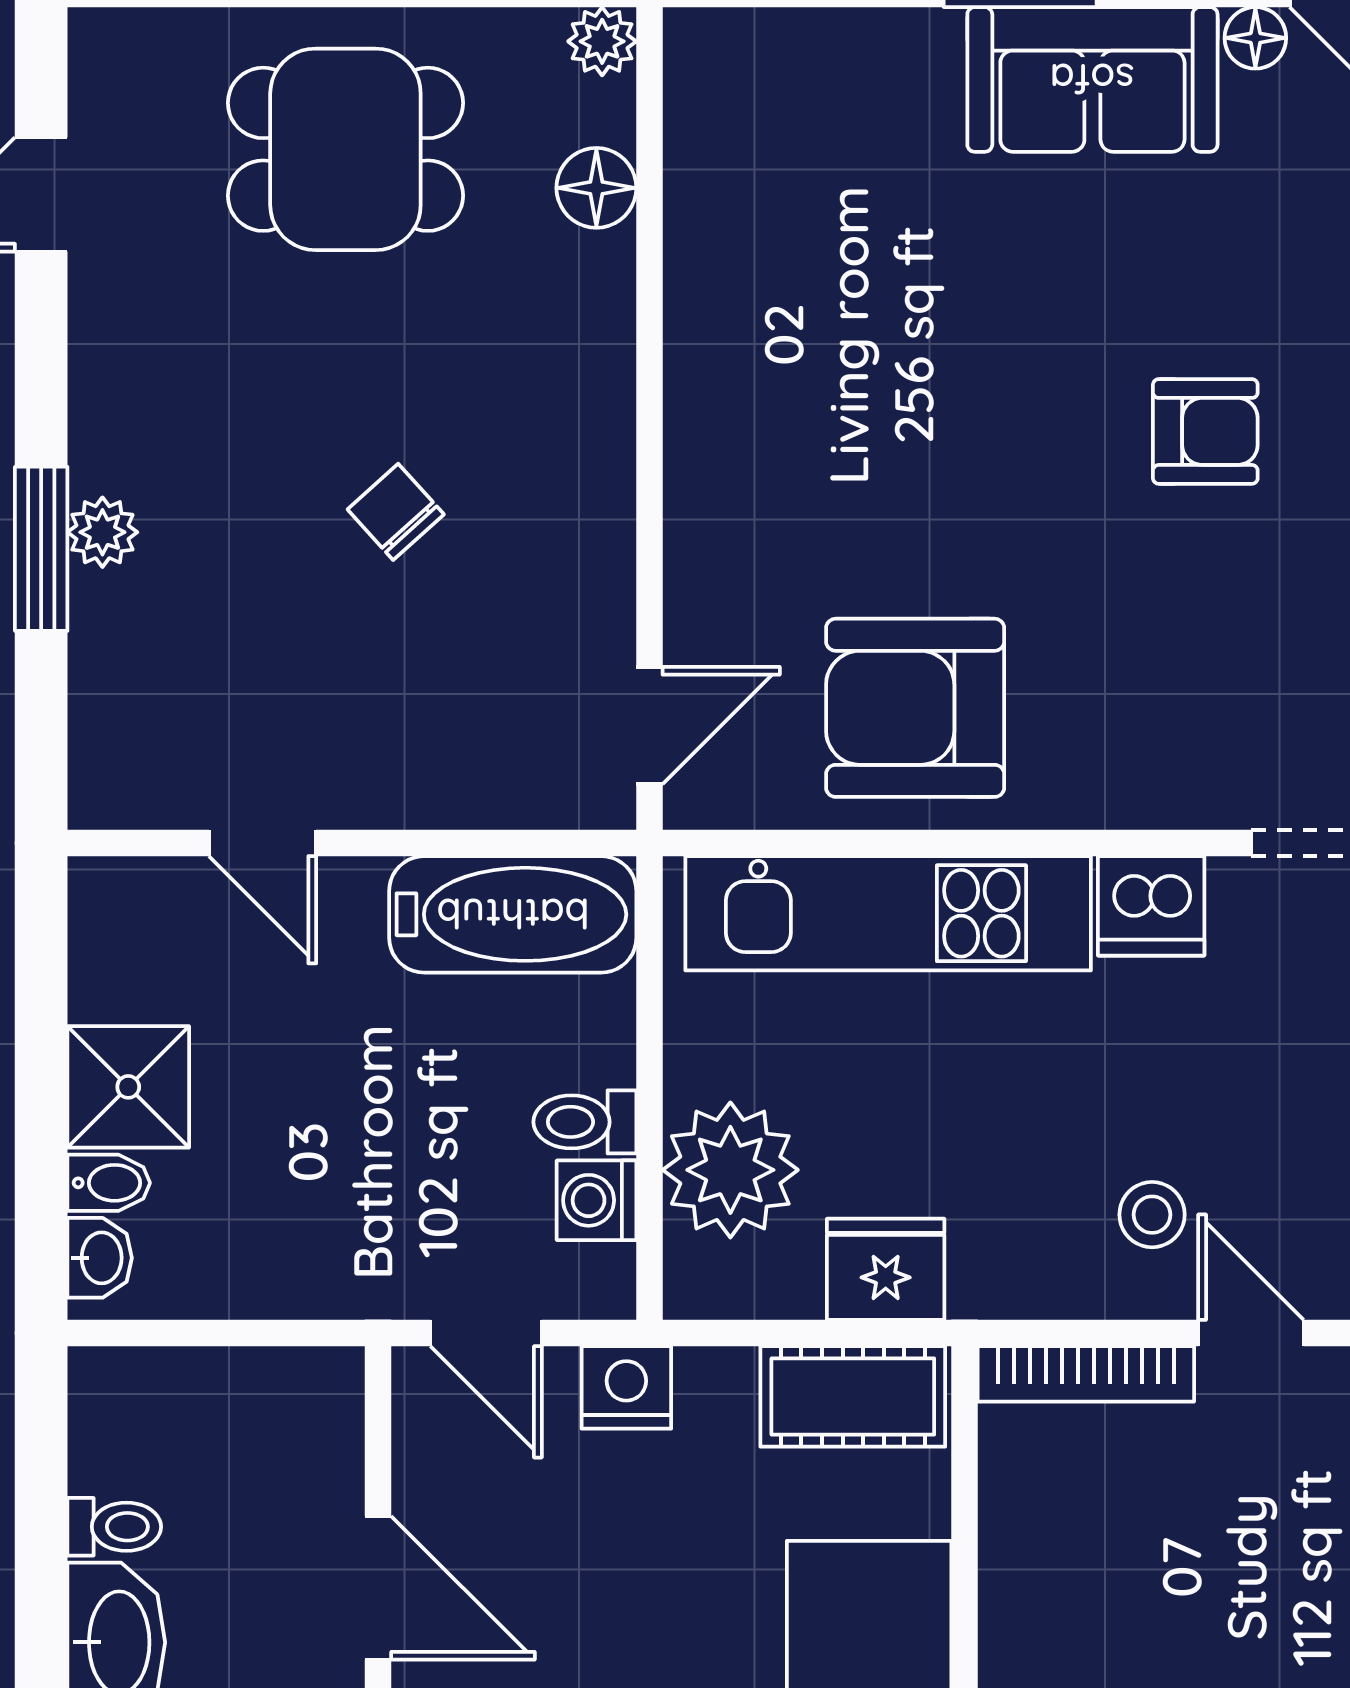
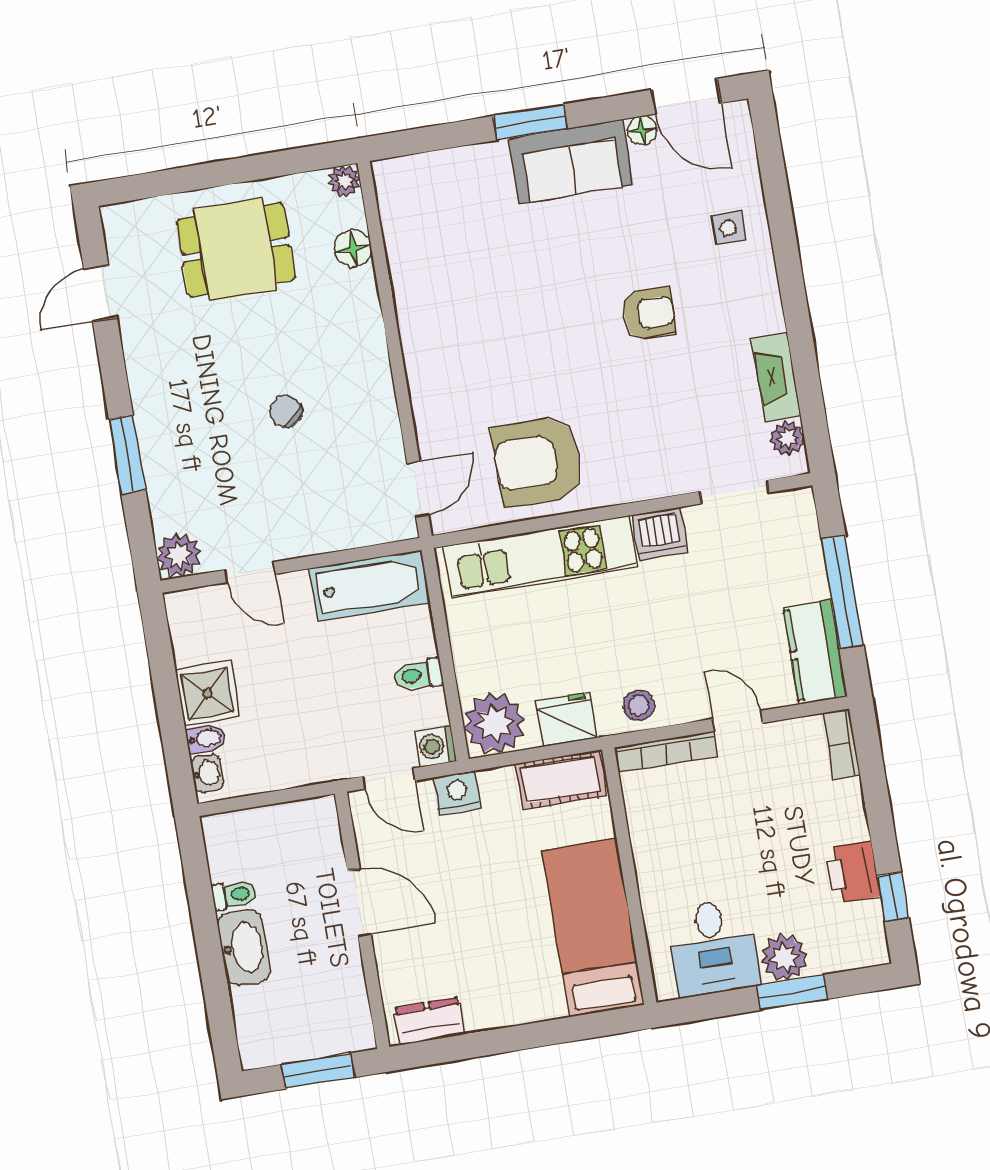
plant: (102, 532) -> (179, 555), moved, width x1.38, depth x1.38
plant: (730, 1170) -> (494, 723), moved
washing machine: (597, 1200) -> (435, 746), moved
stool: (1152, 1215) -> (639, 706), moved

